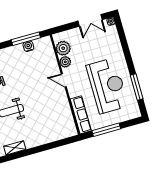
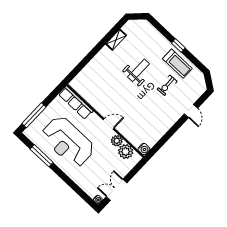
window: (26, 39) -> (163, 140), removed
water cooler: (28, 46) -> (144, 149), moved
window: (106, 130) -> (34, 115), moved

